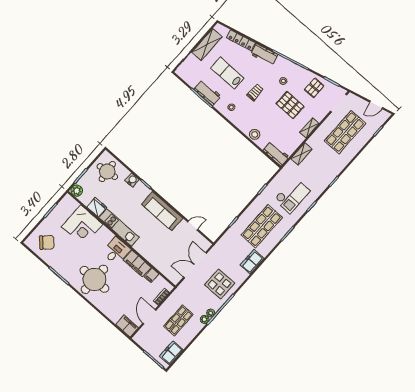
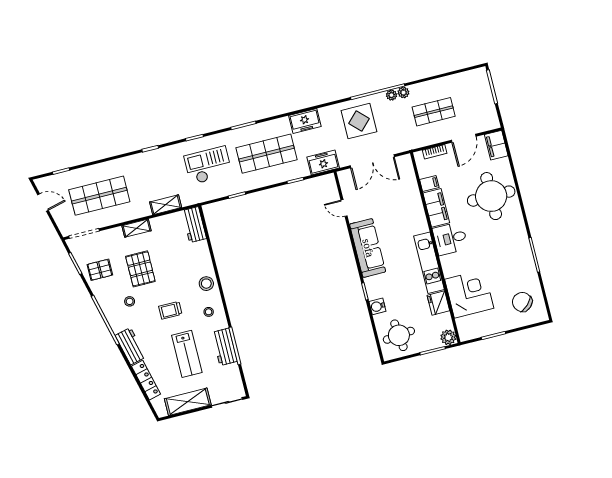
stool: (255, 134) -> (206, 284), moved
round table: (94, 279) -> (491, 196), moved
freezer: (171, 353) -> (323, 162), moved, turned 180

